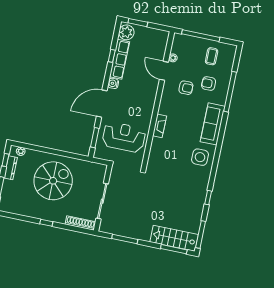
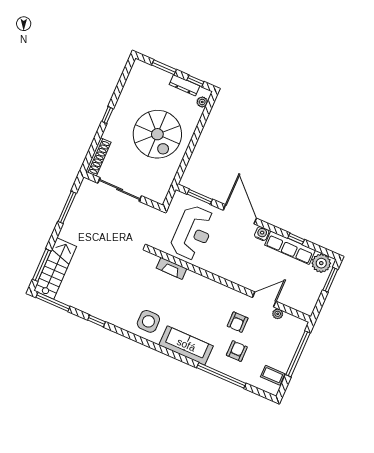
coffee table: (212, 56) -> (273, 375), moved
fireplace: (160, 126) -> (172, 268), moved

